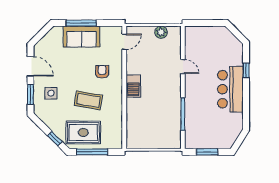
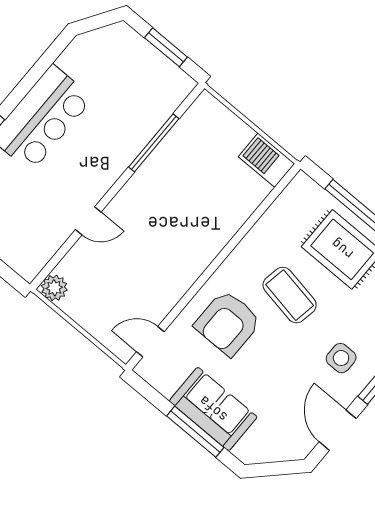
plant: (161, 32) -> (54, 288), moved
door: (183, 66) -> (88, 221), swing flipped
armchair: (102, 72) -> (228, 323), width x1.88, depth x1.88
barbecue: (133, 86) -> (266, 160), moved, turned -90

